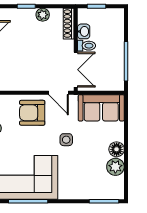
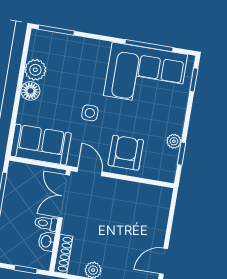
armchair: (32, 113) -> (126, 153), turned -90

